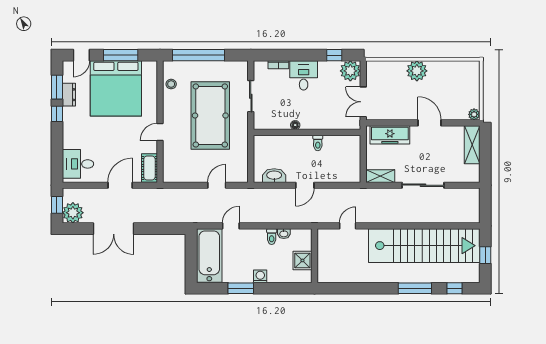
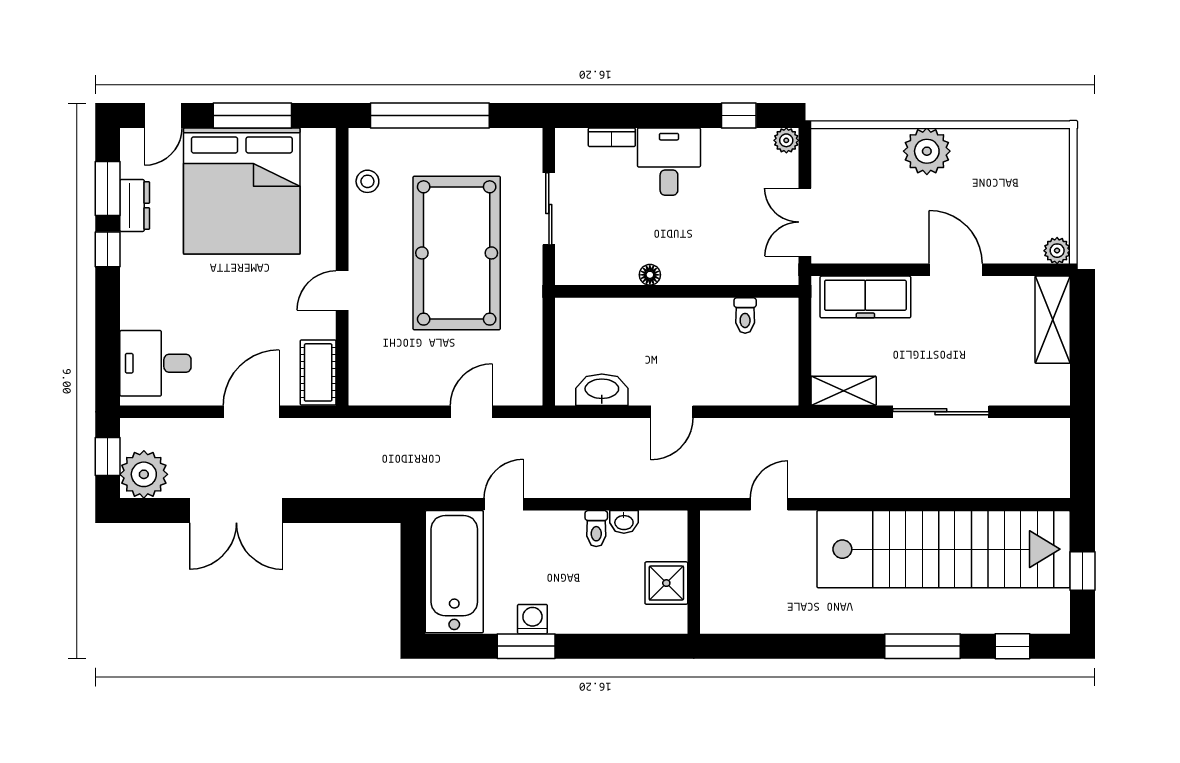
plant: (350, 71) -> (786, 140), width x0.53, depth x0.53
toilet: (318, 143) -> (745, 315), moved
washing machine: (260, 276) -> (532, 619), moved

